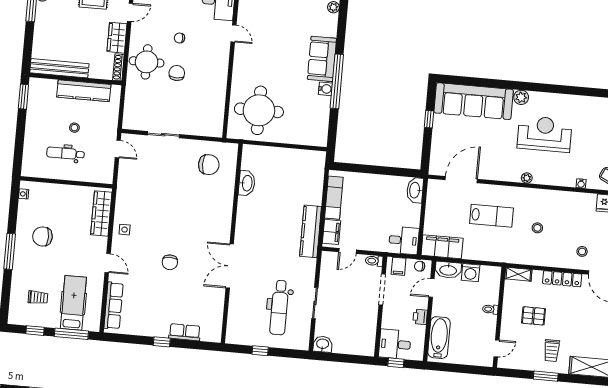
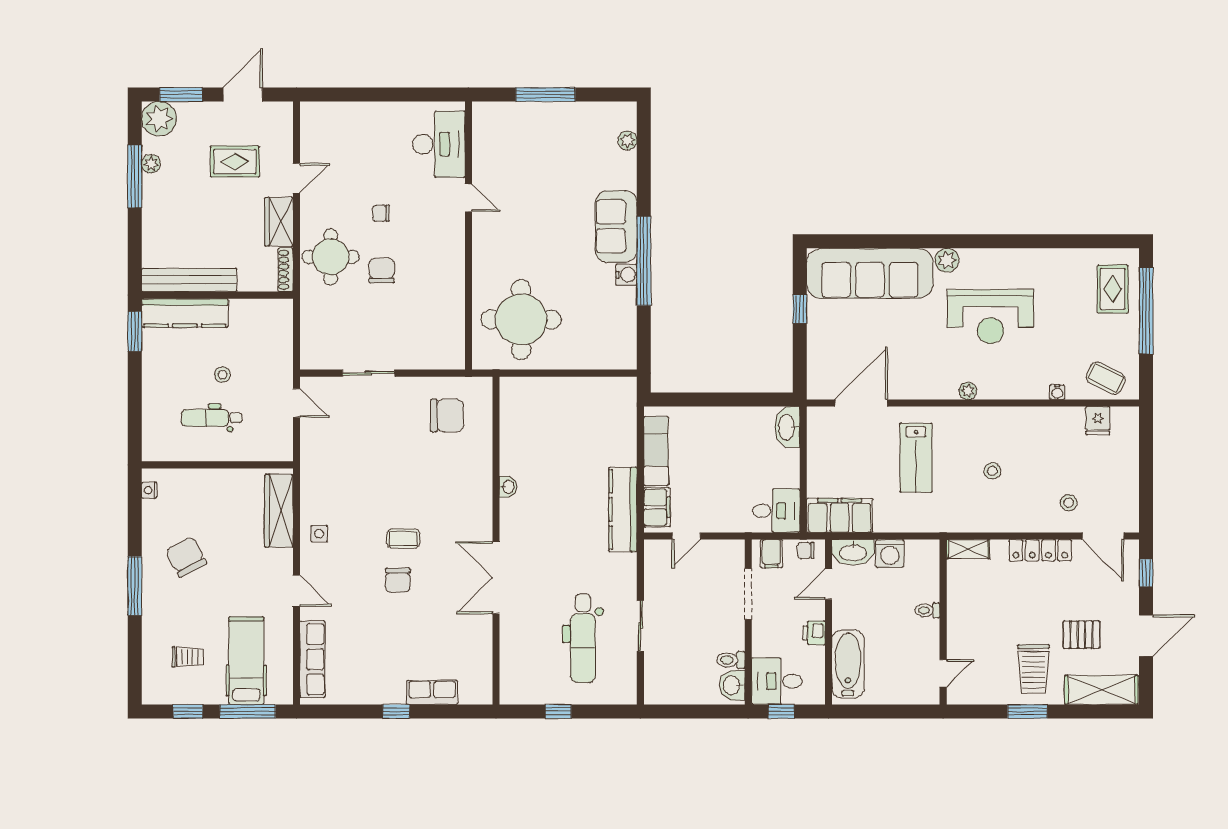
kitchen counter: (84, 91) -> (185, 313), moved
reception desk: (545, 134) -> (990, 317), turned 180
washbasin: (247, 183) -> (508, 487), moved, width x0.52, depth x0.69
lab bench: (492, 216) -> (916, 458), turned 90
chair: (42, 236) -> (186, 557), turned 62
coffee table: (176, 237) -> (403, 539), added
toilet: (374, 261) -> (731, 660), moved
pallet: (533, 316) -> (1081, 635), moved
washbasin: (323, 344) -> (732, 685), moved, turned -90
trolley: (552, 351) -> (1033, 669), width x1.36, depth x1.39

